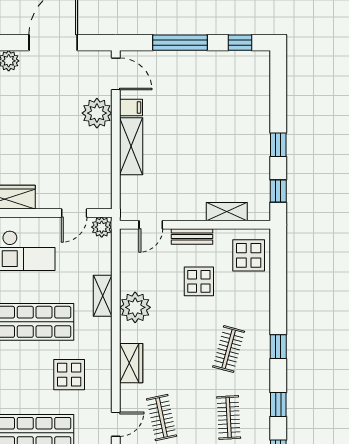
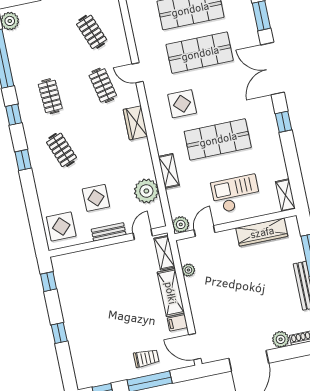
trolley: (178, 72) -> (146, 358), added
plant: (97, 113) -> (188, 270), moved, width x0.53, depth x0.53
window: (278, 145) -> (59, 333), moved
shelving: (227, 212) -> (164, 253), moved, turned 90
plant: (135, 307) -> (146, 191), moved
clothes rail: (229, 349) -> (62, 150), turned -36
door: (116, 424) -> (137, 73), hinge flipped

